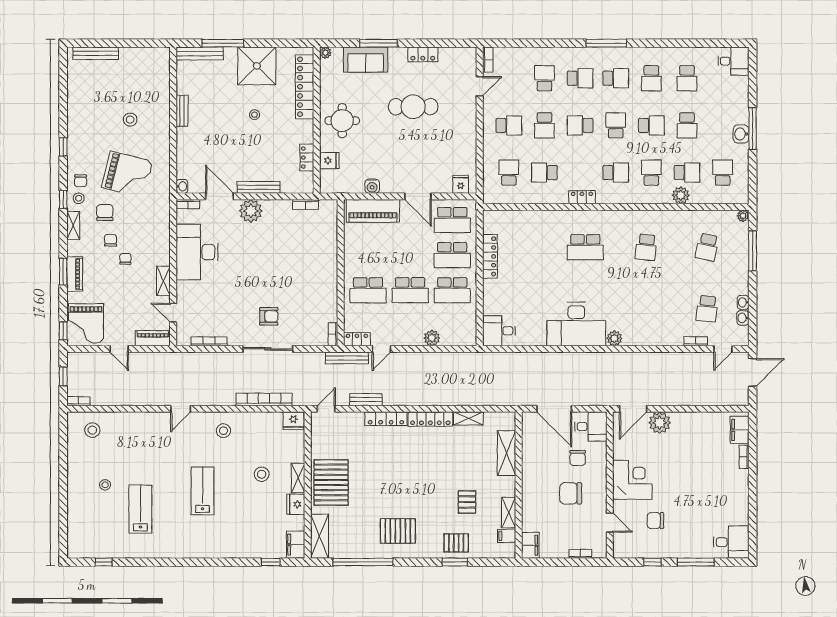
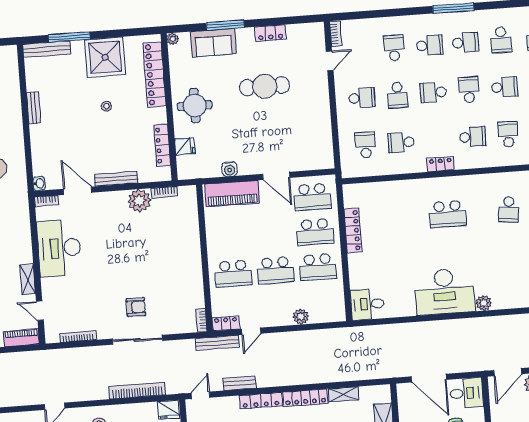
locker: (307, 158) -> (162, 145), width x1.53
fridge: (461, 184) -> (318, 160), removed
plant: (251, 211) -> (139, 201), moved

